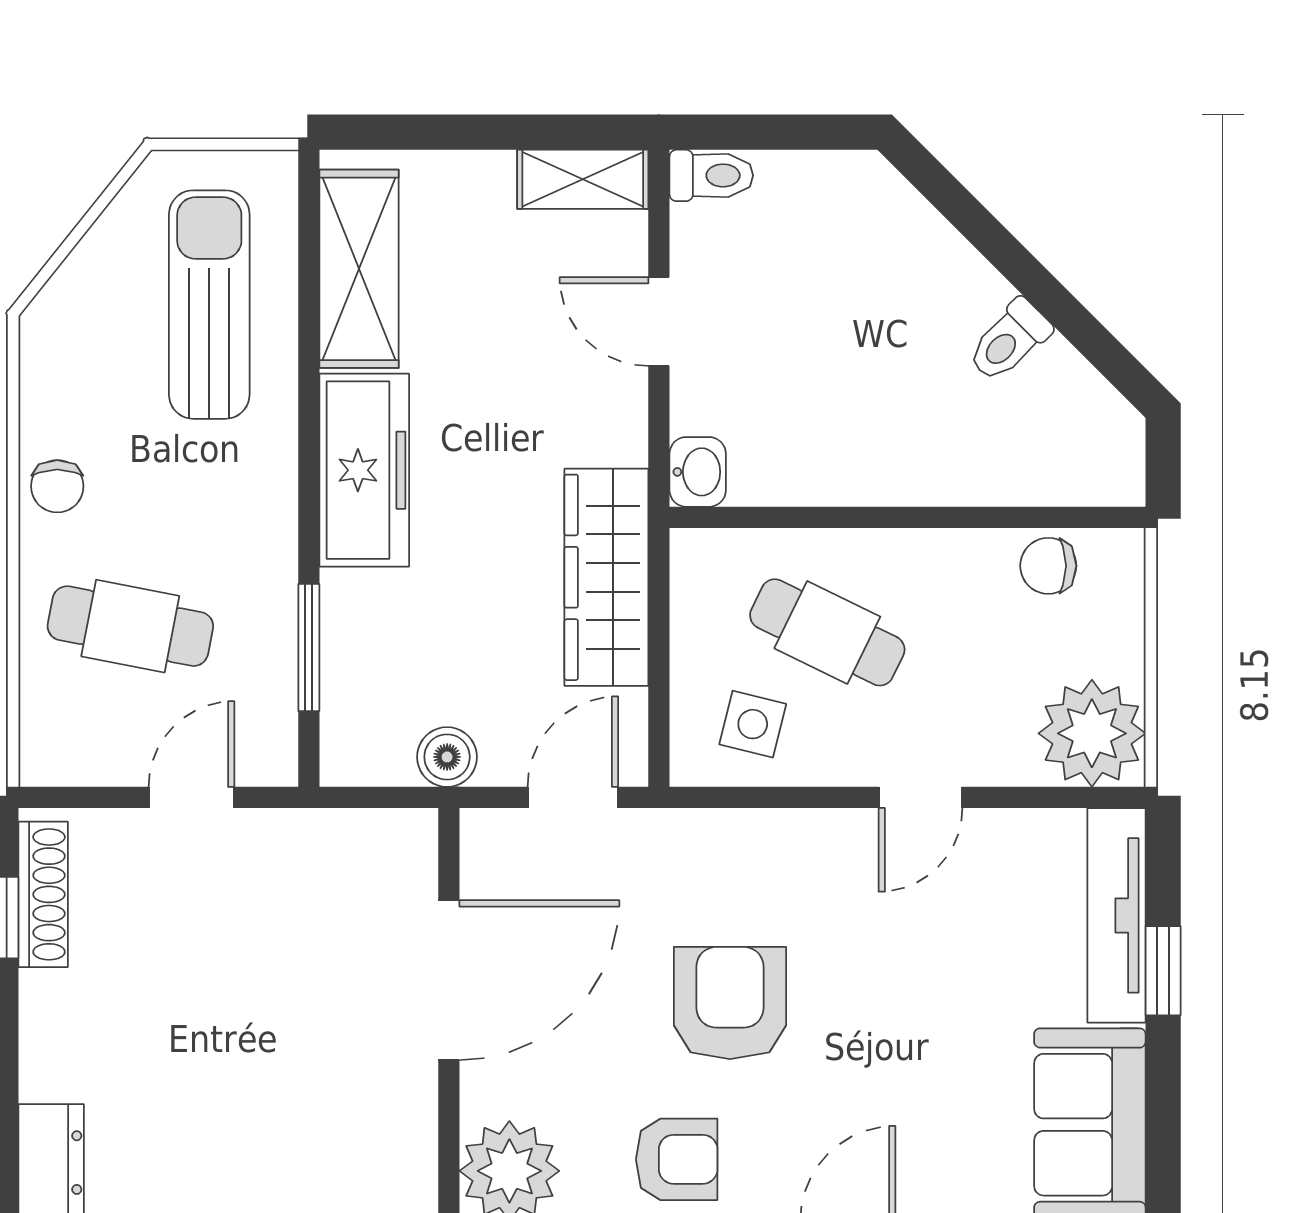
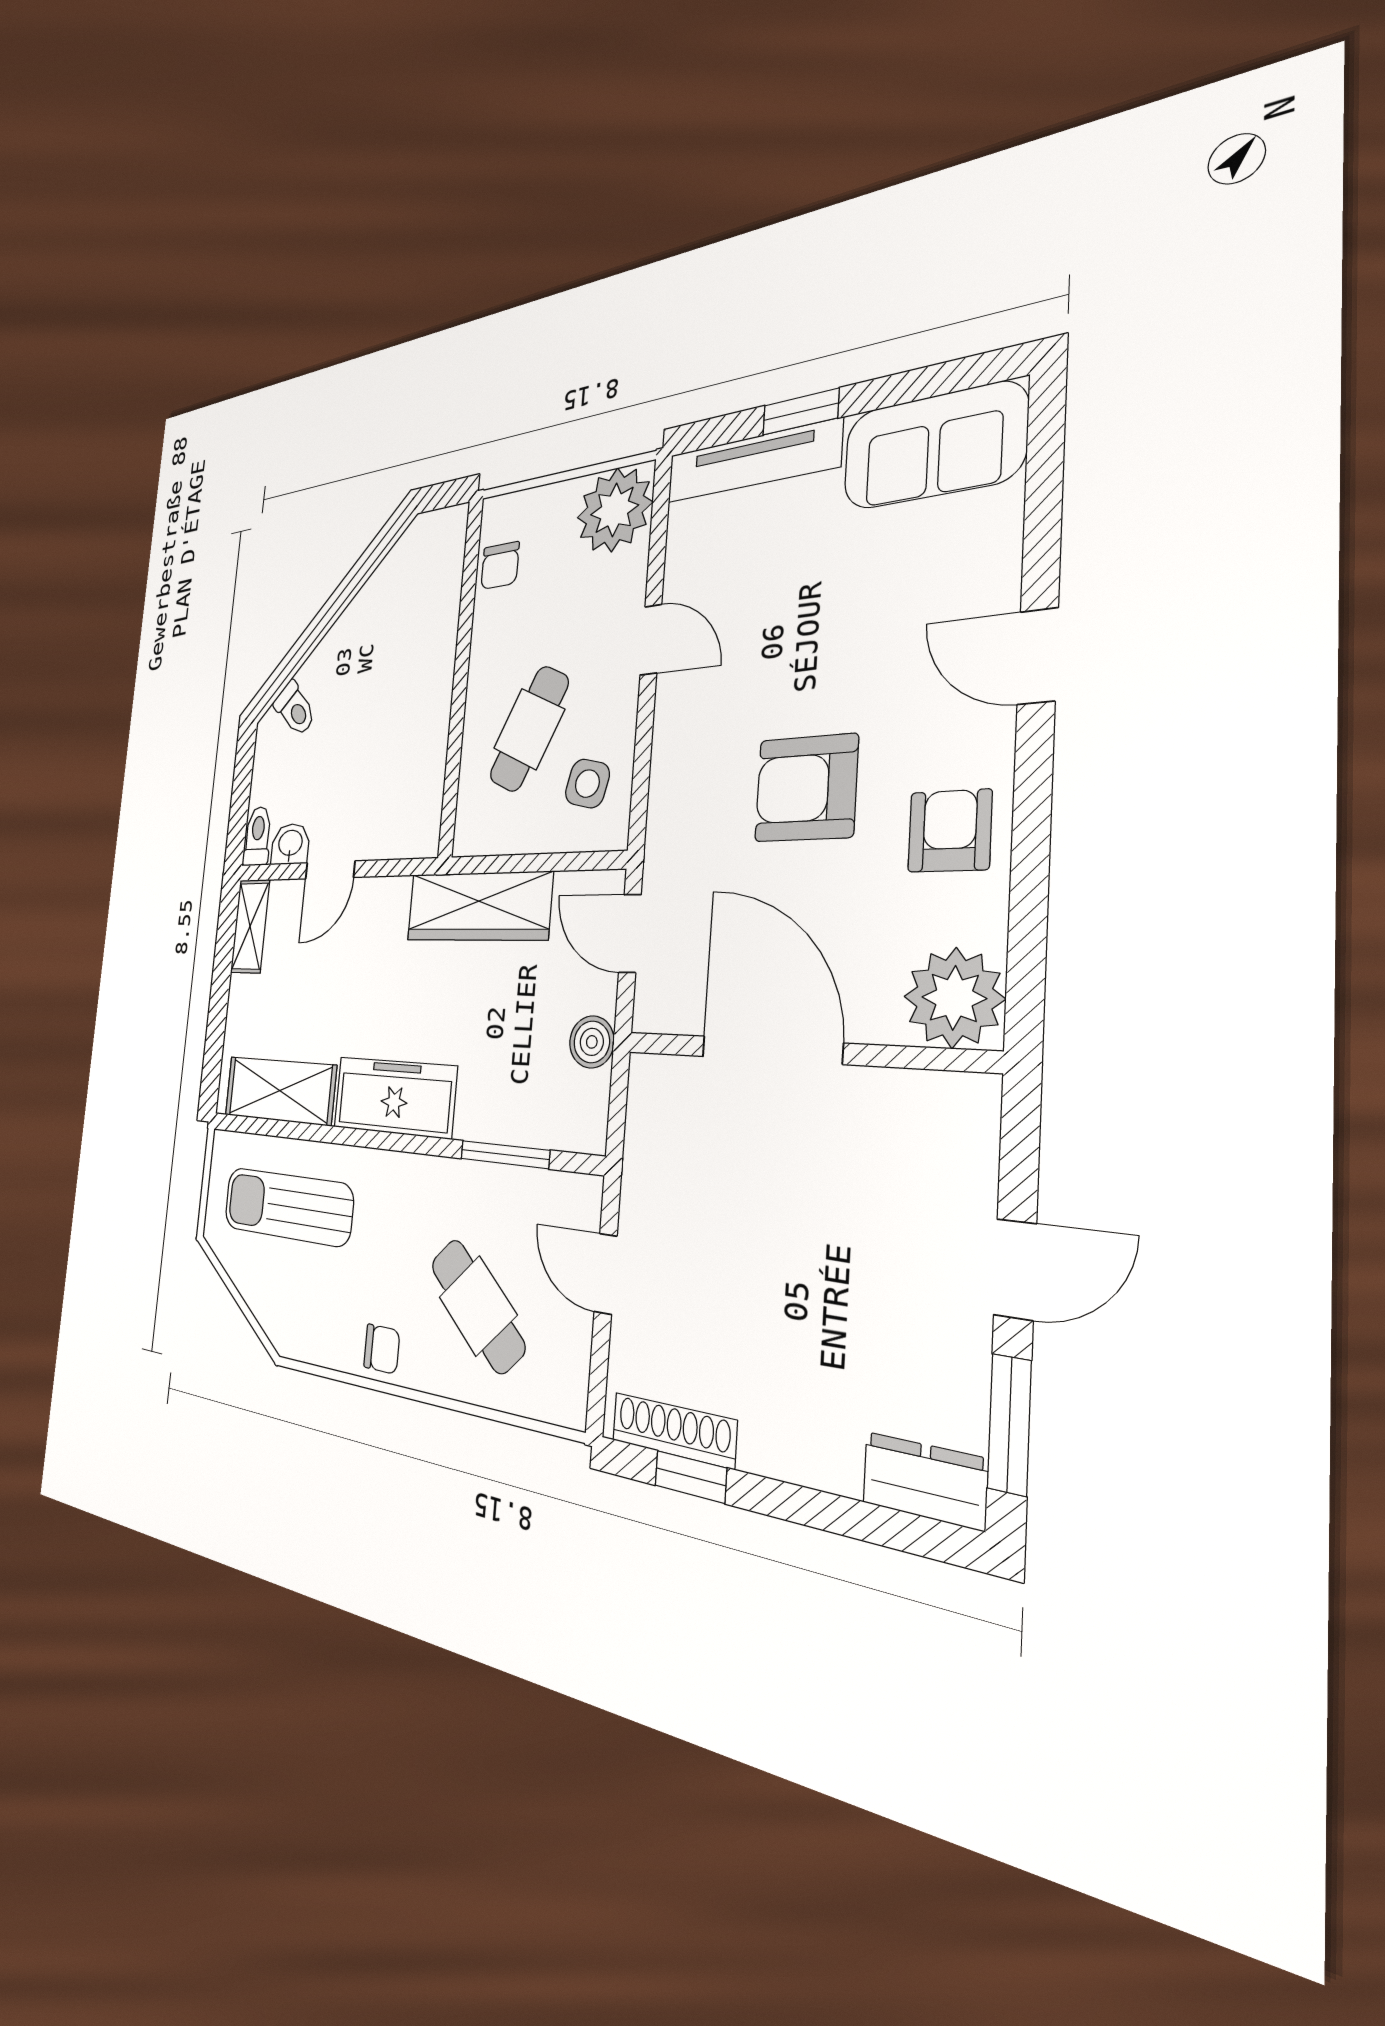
toilet: (1009, 341) -> (295, 709), moved
washbasin: (698, 472) -> (290, 844), moved
cafe table: (130, 626) -> (478, 1306), turned -57

